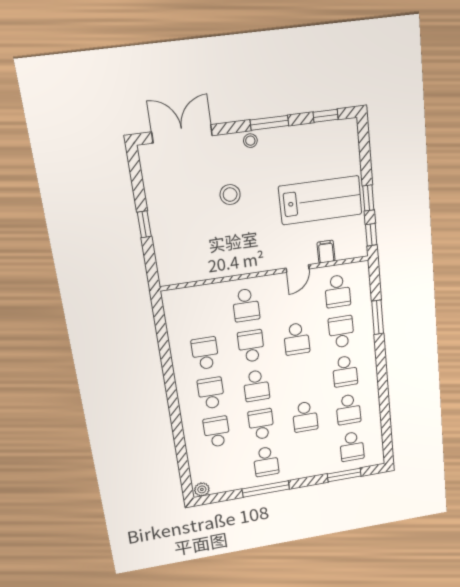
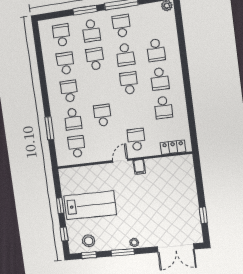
stool: (230, 195) -> (89, 241), moved
lab bench: (320, 200) -> (90, 205), turned 180
window: (144, 224) -> (203, 215), moved
window: (371, 235) -> (64, 234), moved
filing cabinet: (326, 252) -> (139, 167), moved
door: (298, 269) -> (120, 161), moved
locker: (190, 296) -> (173, 147), added
school desk: (251, 346) -> (91, 31), moved
window: (344, 475) -> (85, 10), moved

